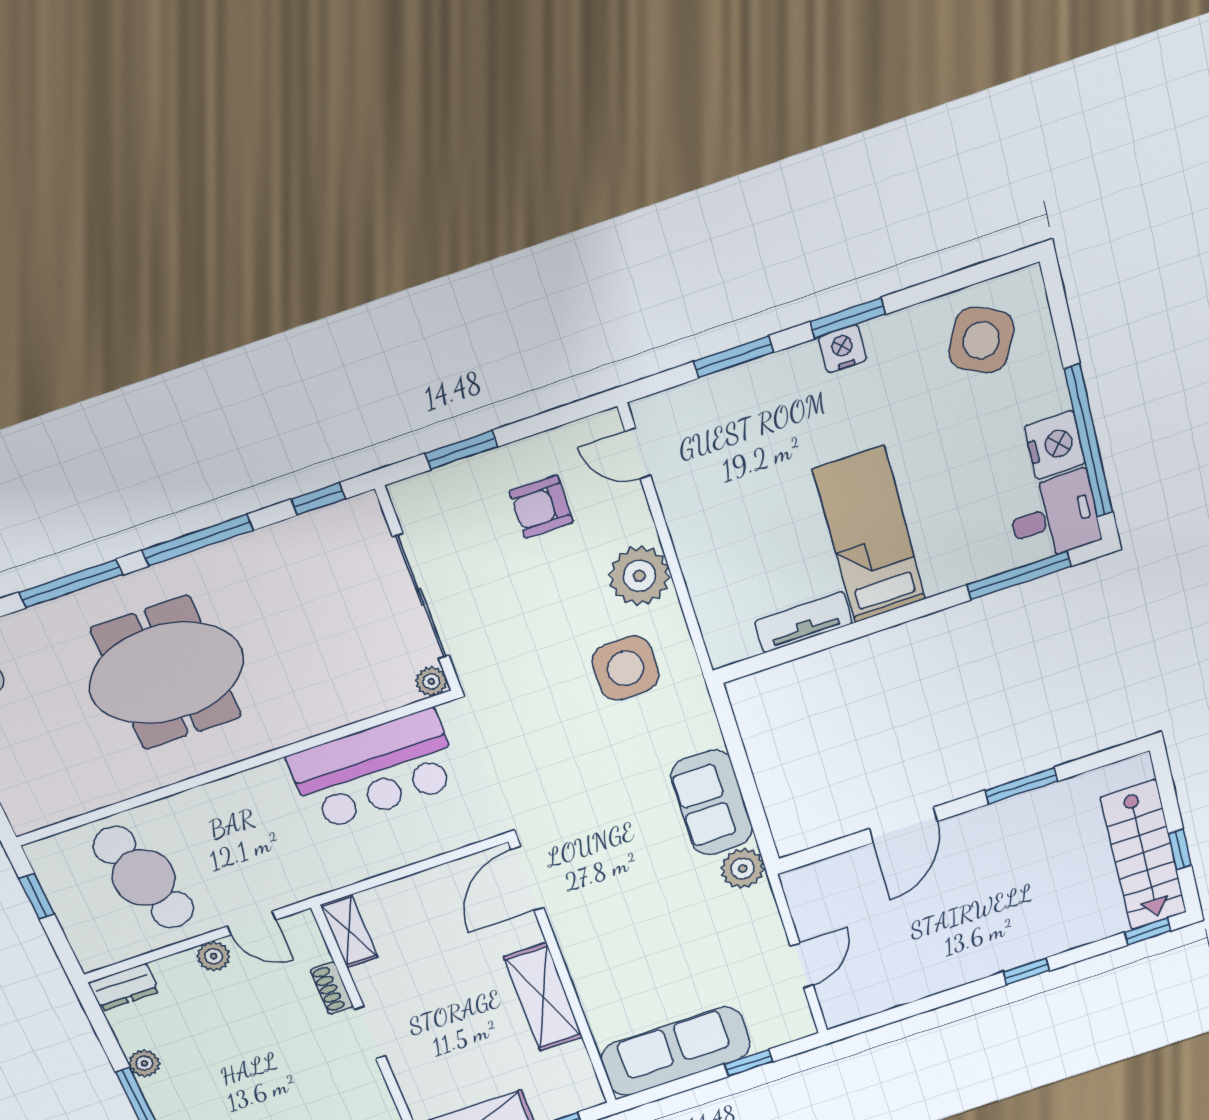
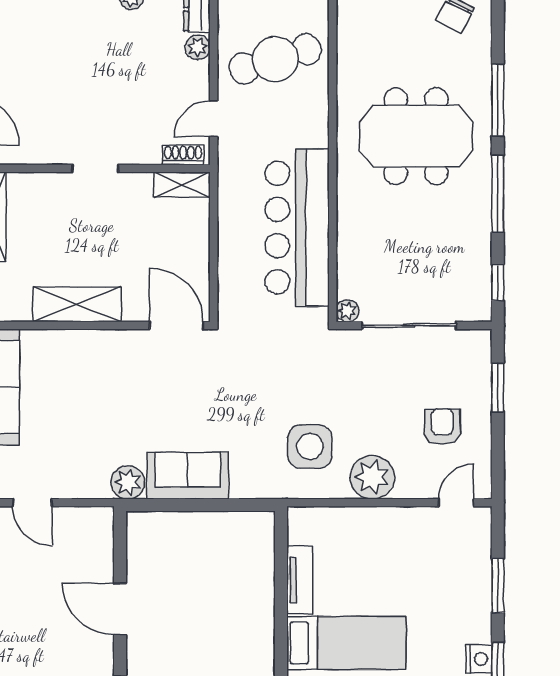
meeting table: (166, 673) -> (416, 136), turned 90
bar counter: (375, 770) -> (297, 228), width x1.36
plant: (214, 956) -> (198, 47), moved
shoe rack: (332, 988) -> (183, 155), moved

